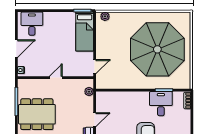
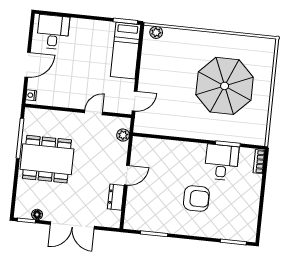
parasol: (157, 49) -> (225, 86), width x0.73, depth x0.73
door: (56, 78) -> (94, 112), moved

